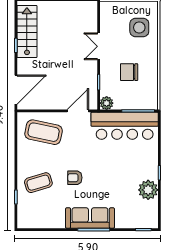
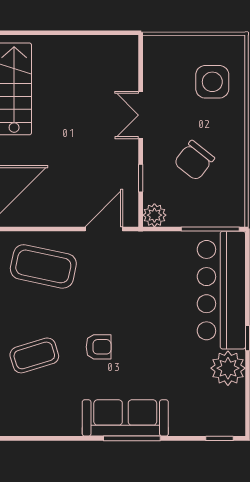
chair: (129, 72) -> (194, 160), turned -52
bar counter: (125, 126) -> (221, 290), moved, turned 90
armchair: (75, 178) -> (99, 347), turned 180

